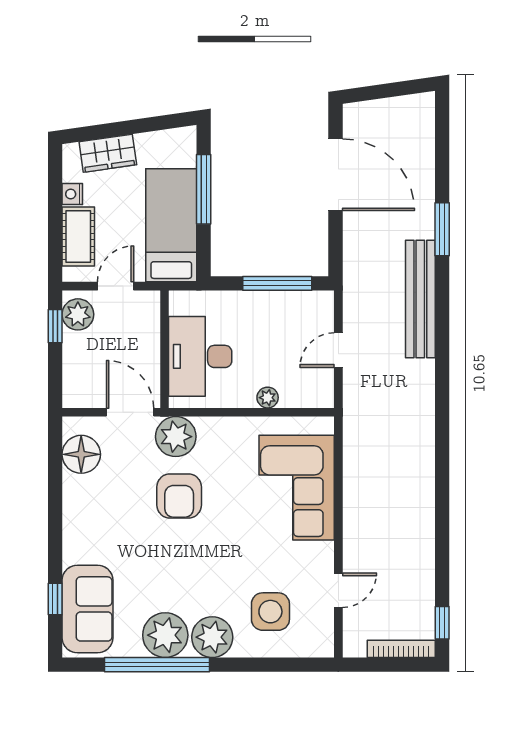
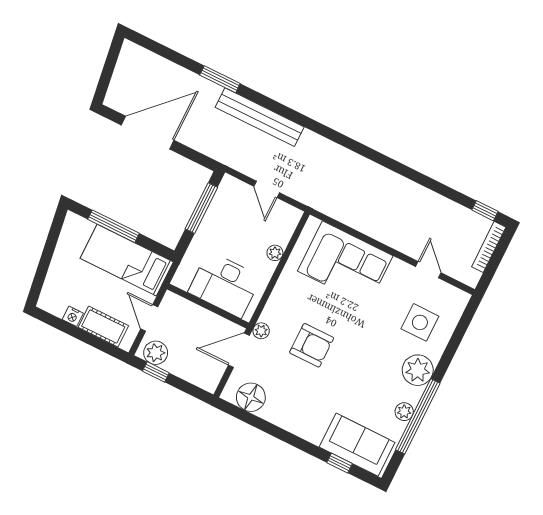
wardrobe: (108, 153) -> (57, 279), removed
plant: (176, 437) -> (261, 331), width x0.53, depth x0.53
plant: (165, 635) -> (404, 412), width x0.53, depth x0.53

